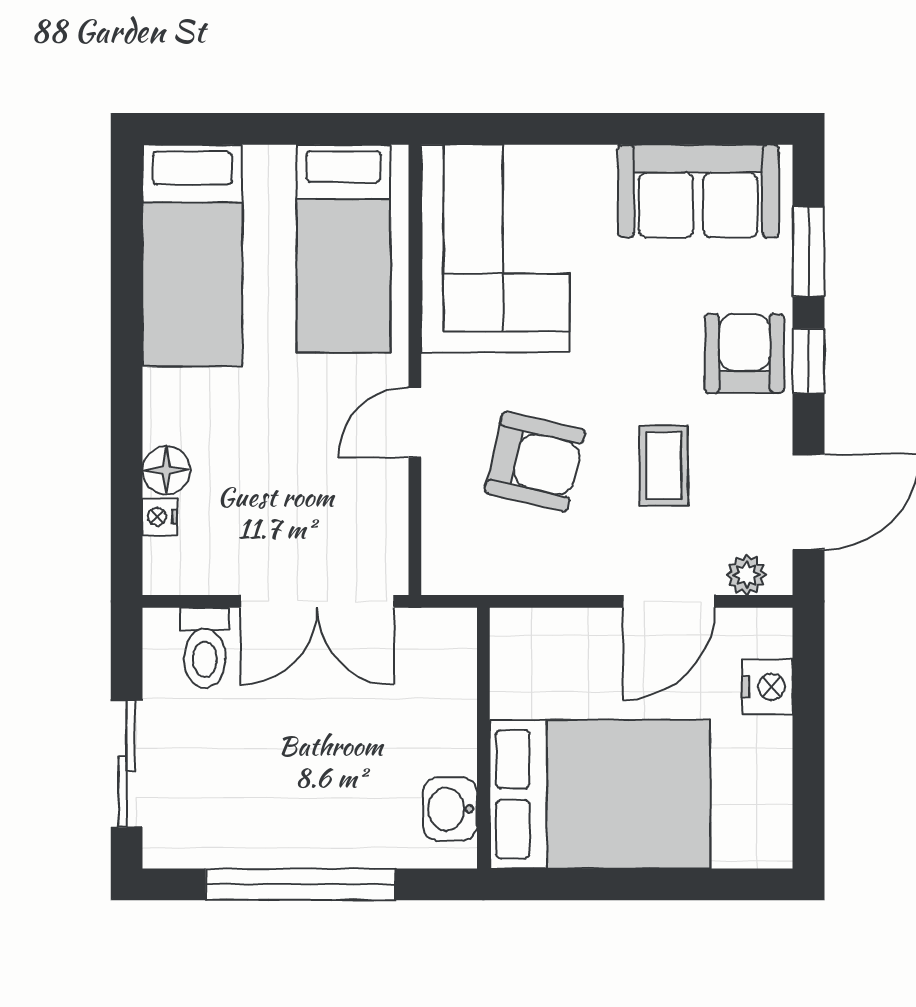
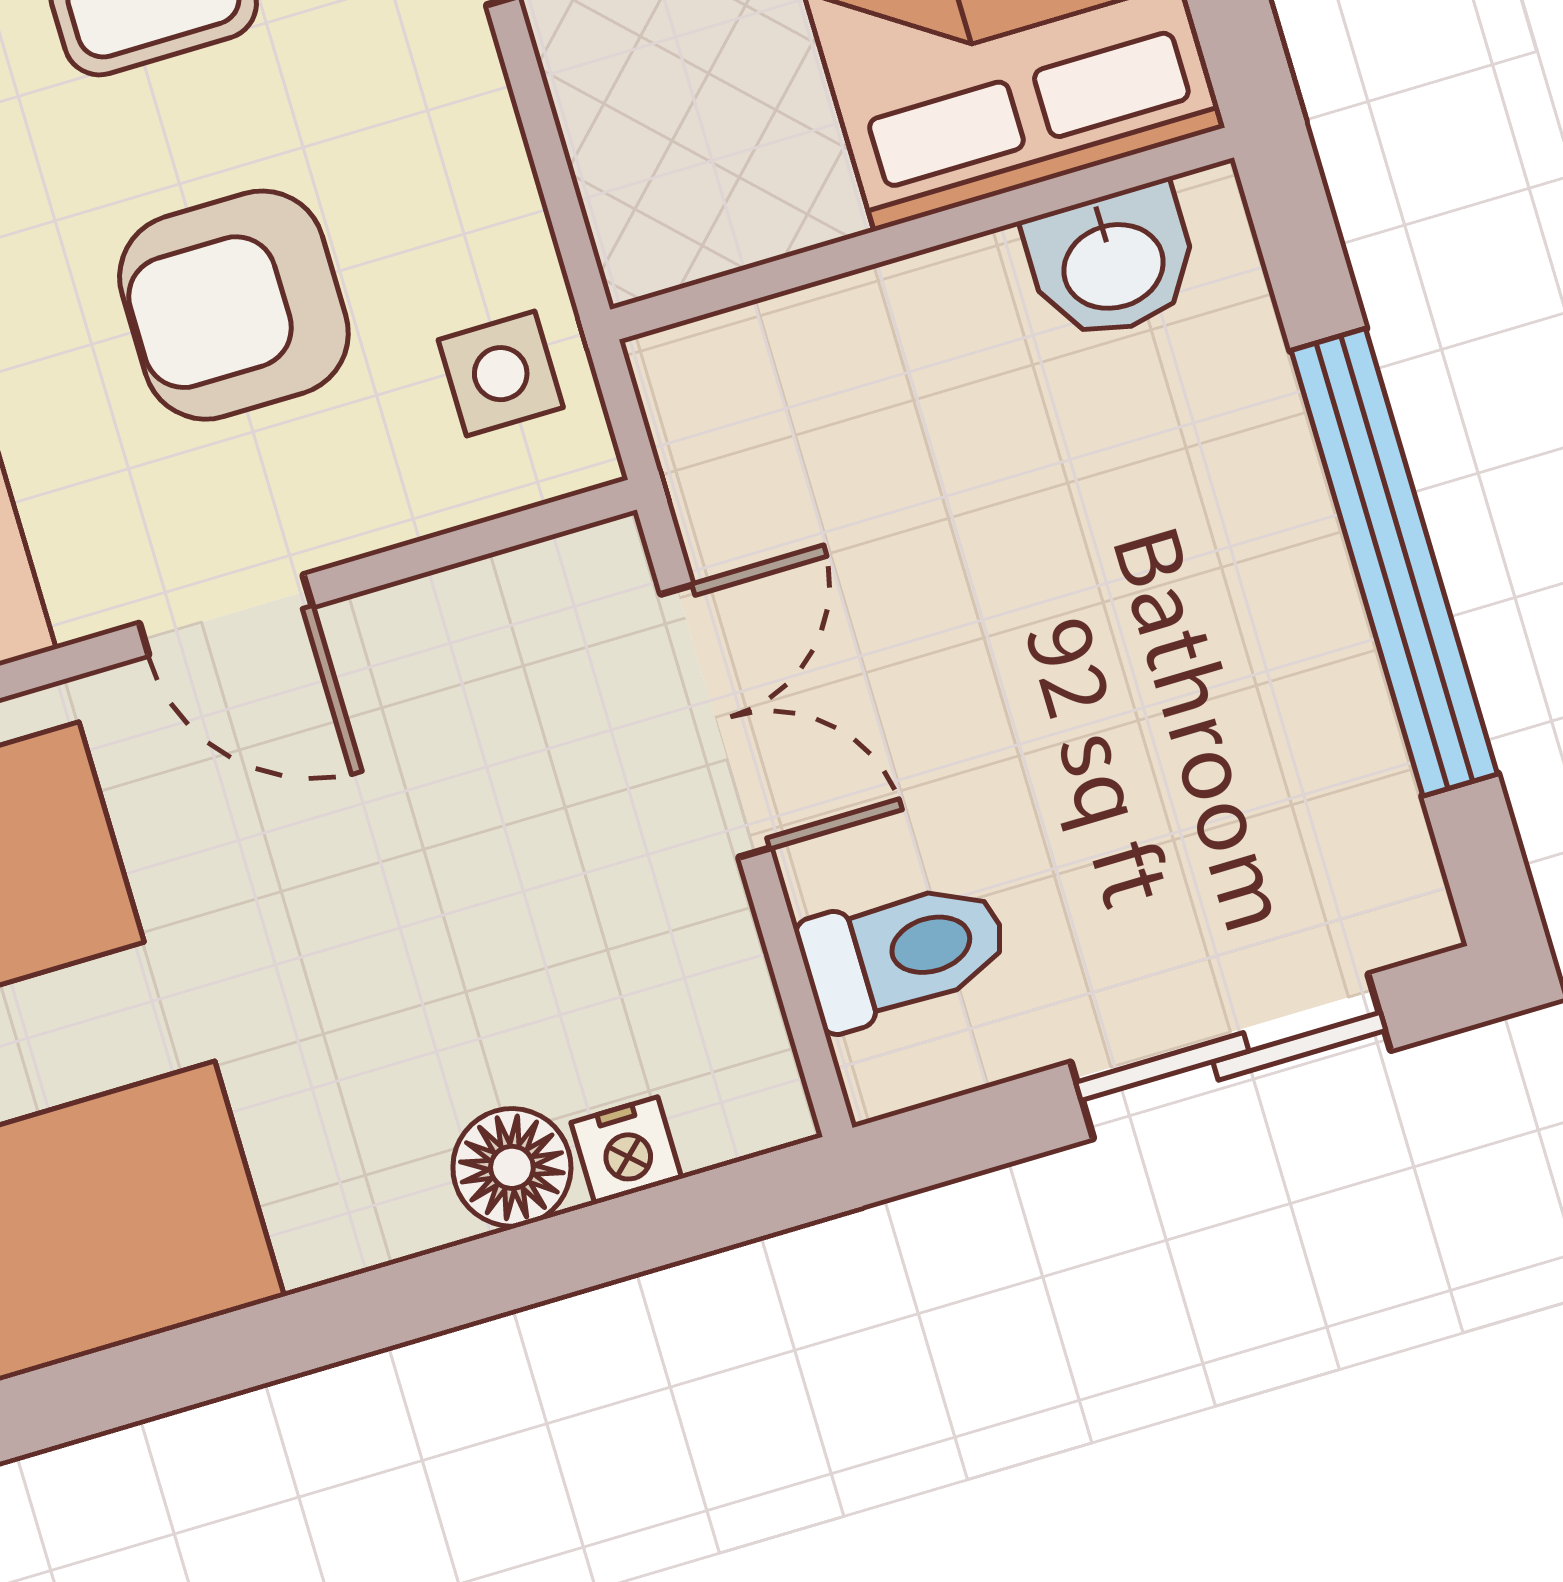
armchair: (535, 461) -> (234, 305), turned -103
side table: (477, 558) -> (501, 374), added
double door: (317, 601) -> (716, 721), width x0.73

